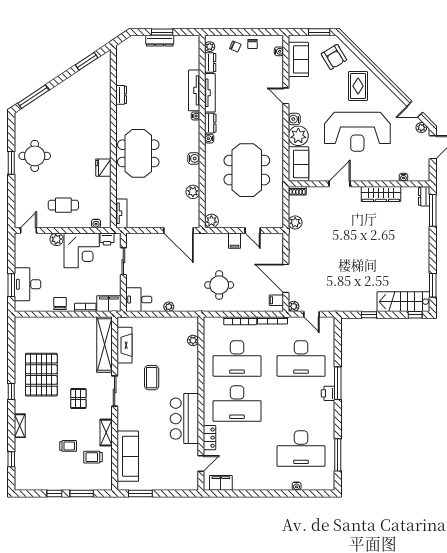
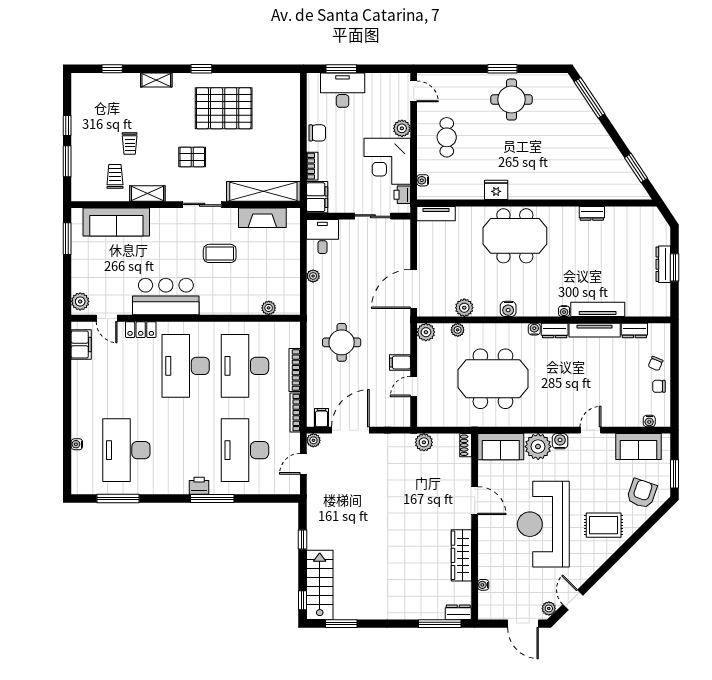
plant: (210, 47) -> (458, 330), moved
armchair: (334, 57) -> (642, 493), turned 140
plant: (188, 484) -> (80, 301), added

